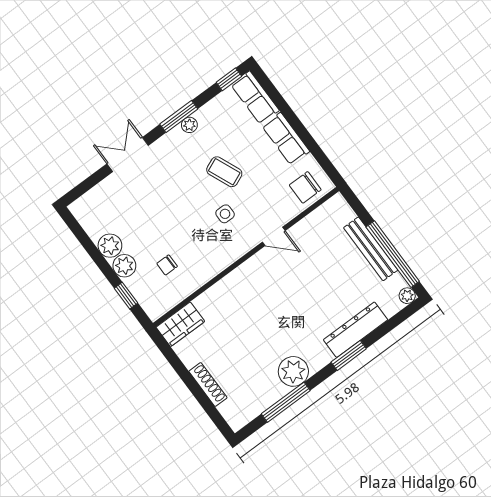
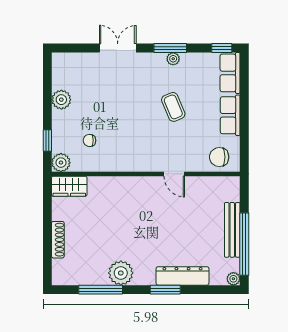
side table: (225, 214) -> (153, 135), removed
plant: (124, 266) -> (61, 163), moved

